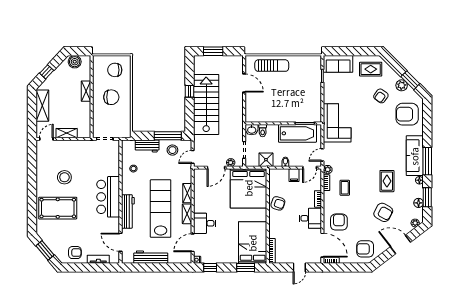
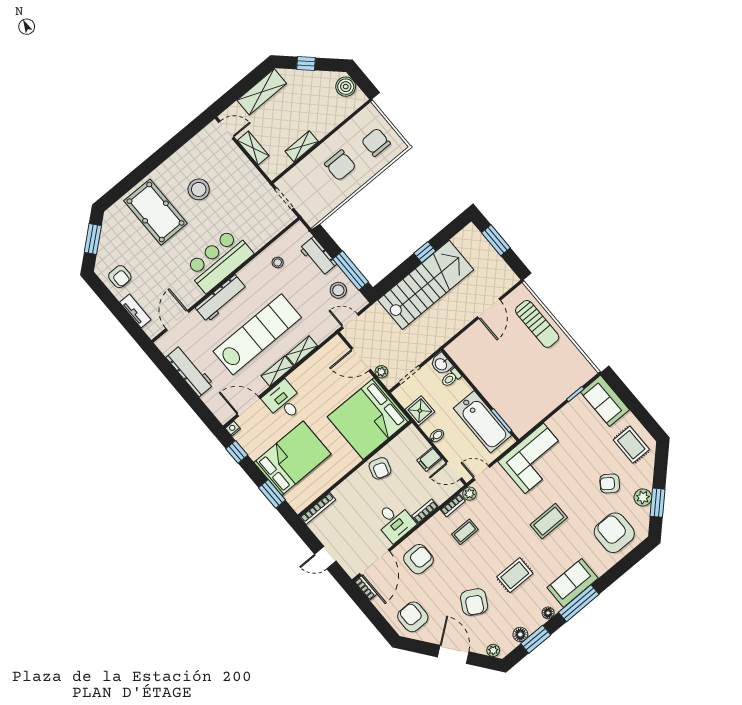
shelving: (86, 91) -> (302, 146), moved
coffee table: (374, 142) -> (549, 521), added
sofa: (415, 156) -> (573, 583), width x0.73
bed: (253, 243) -> (292, 458), moved

